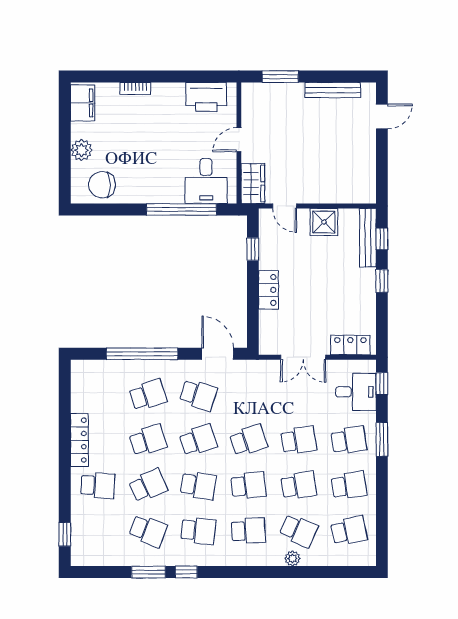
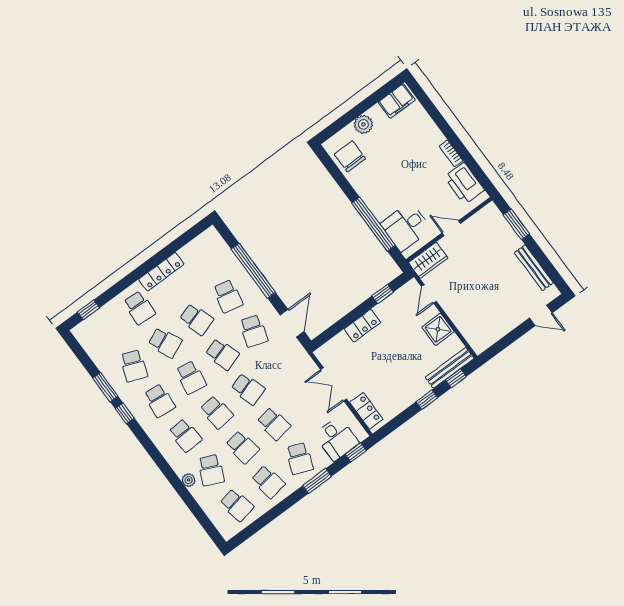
bookcase: (135, 88) -> (451, 153), moved
school desk: (148, 395) -> (228, 296), turned 30
school desk: (349, 440) -> (299, 459), turned 30

